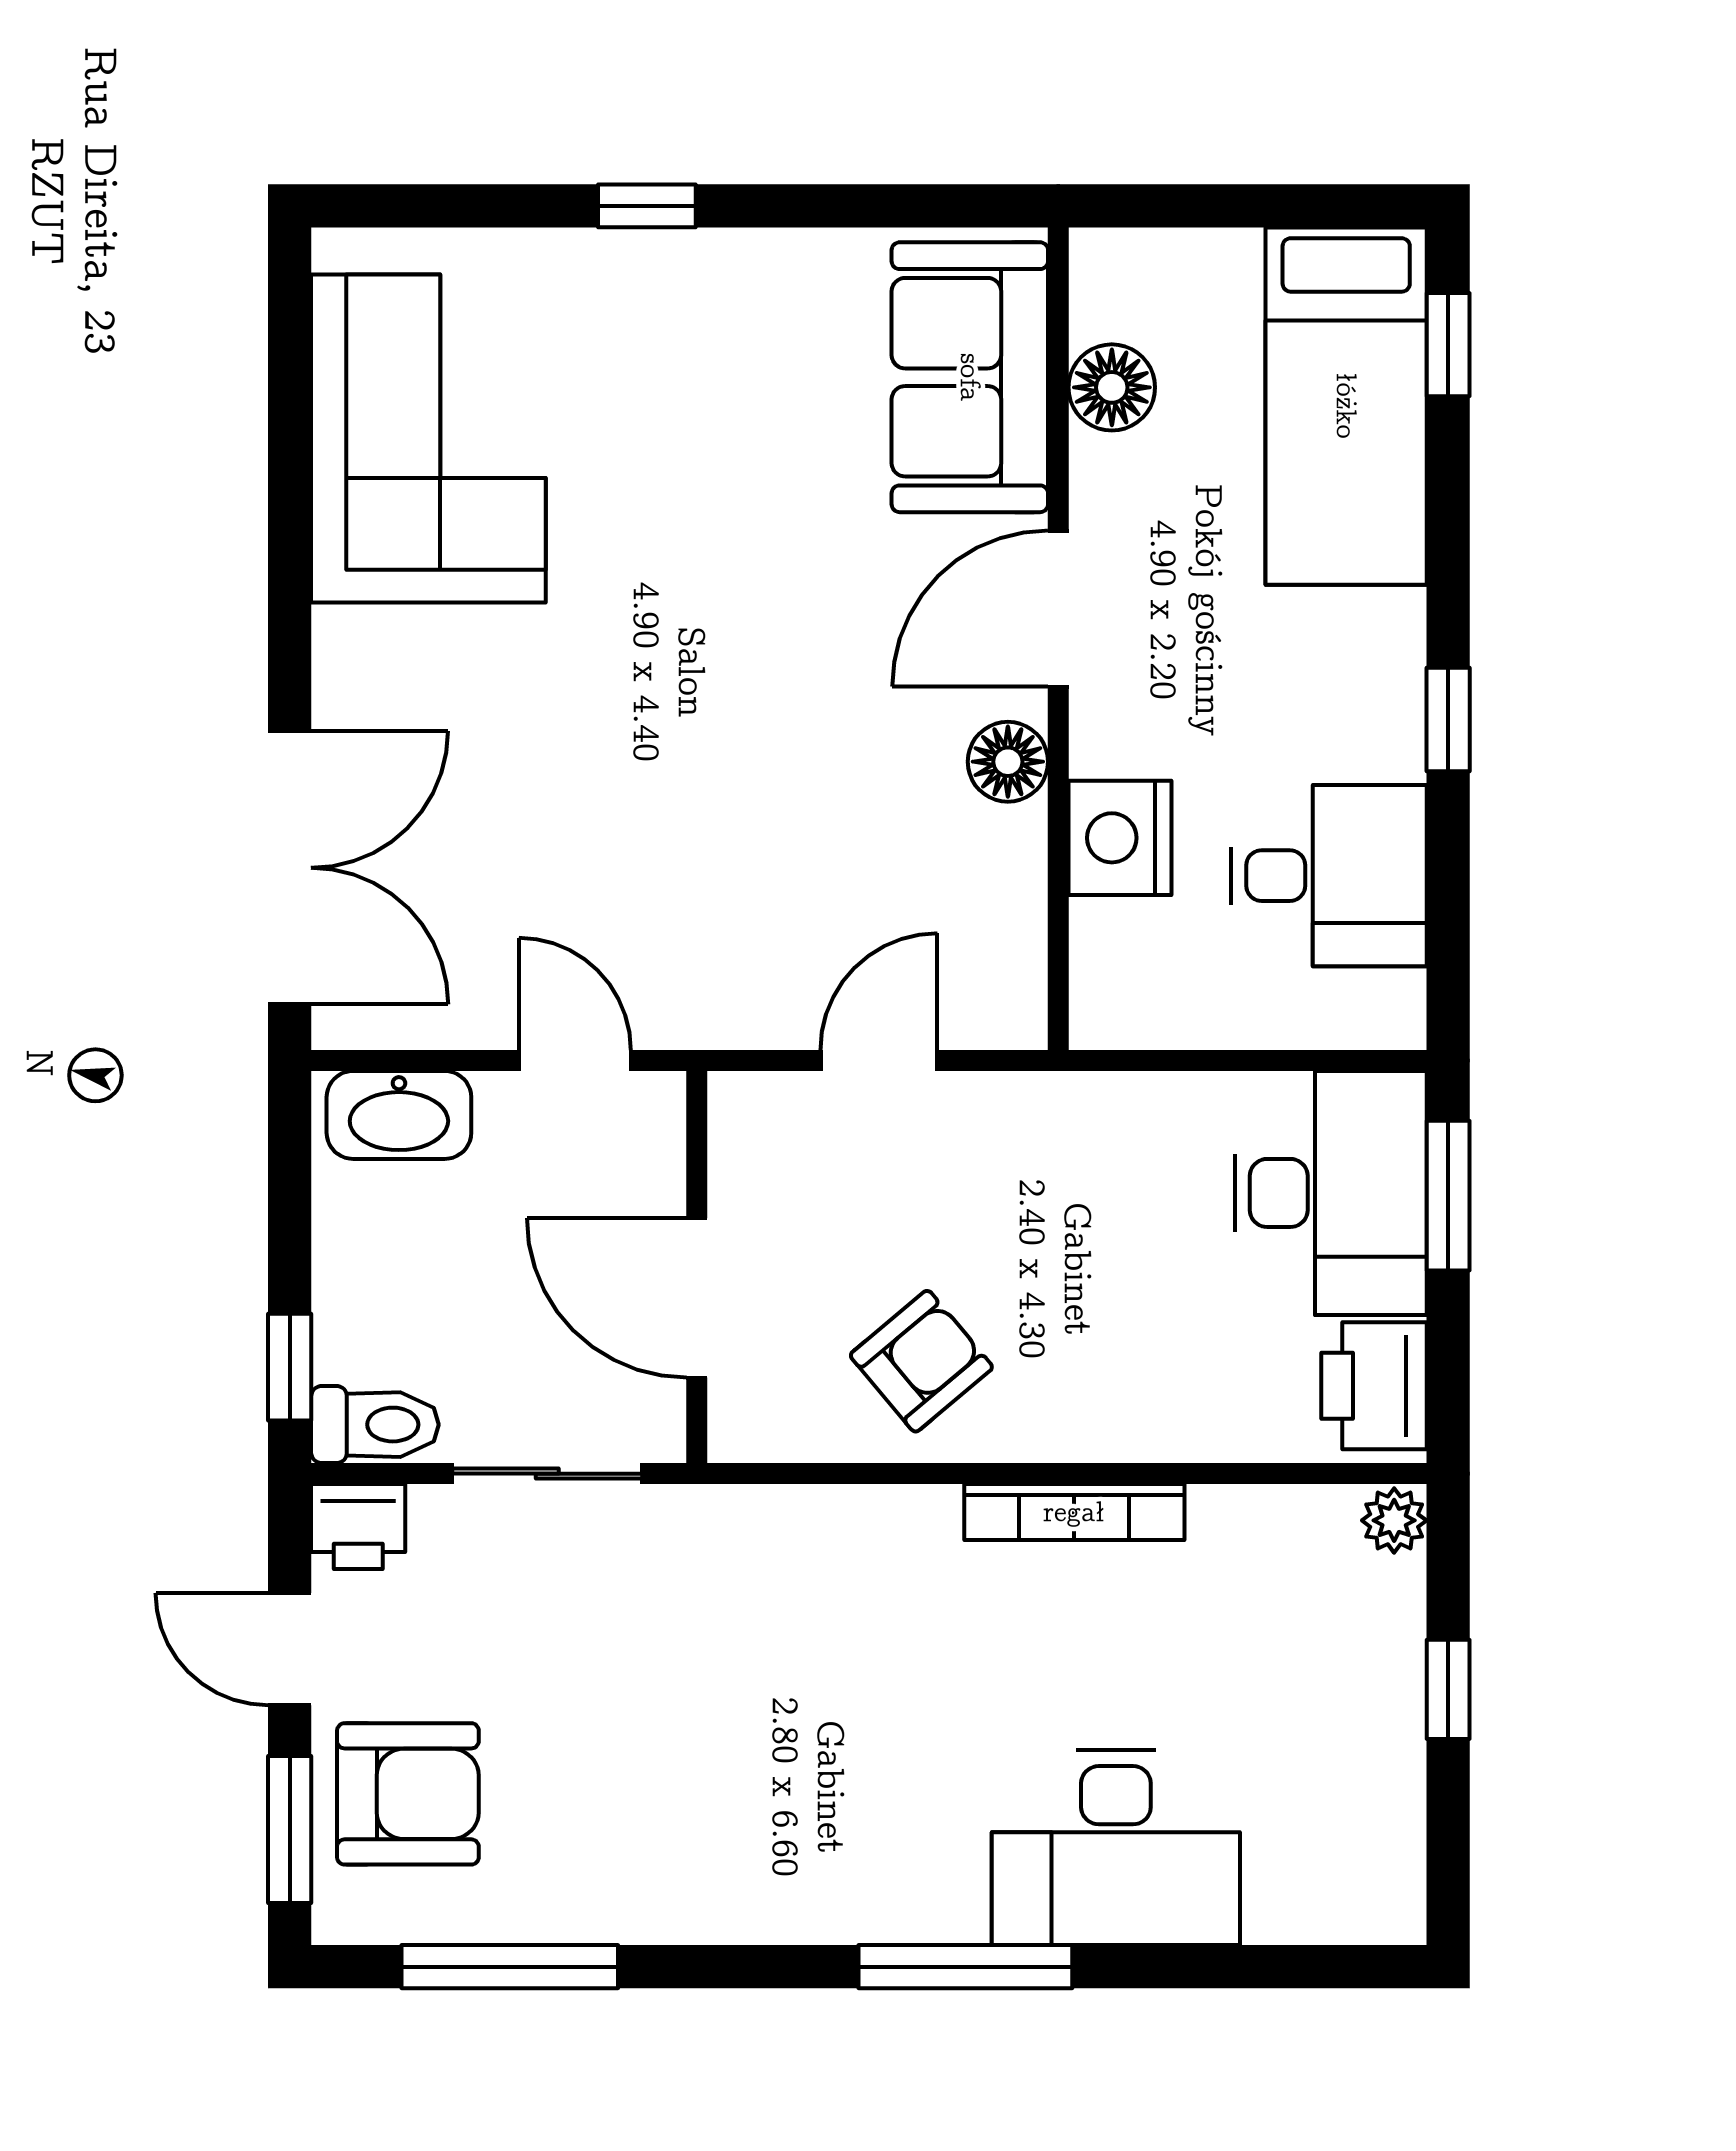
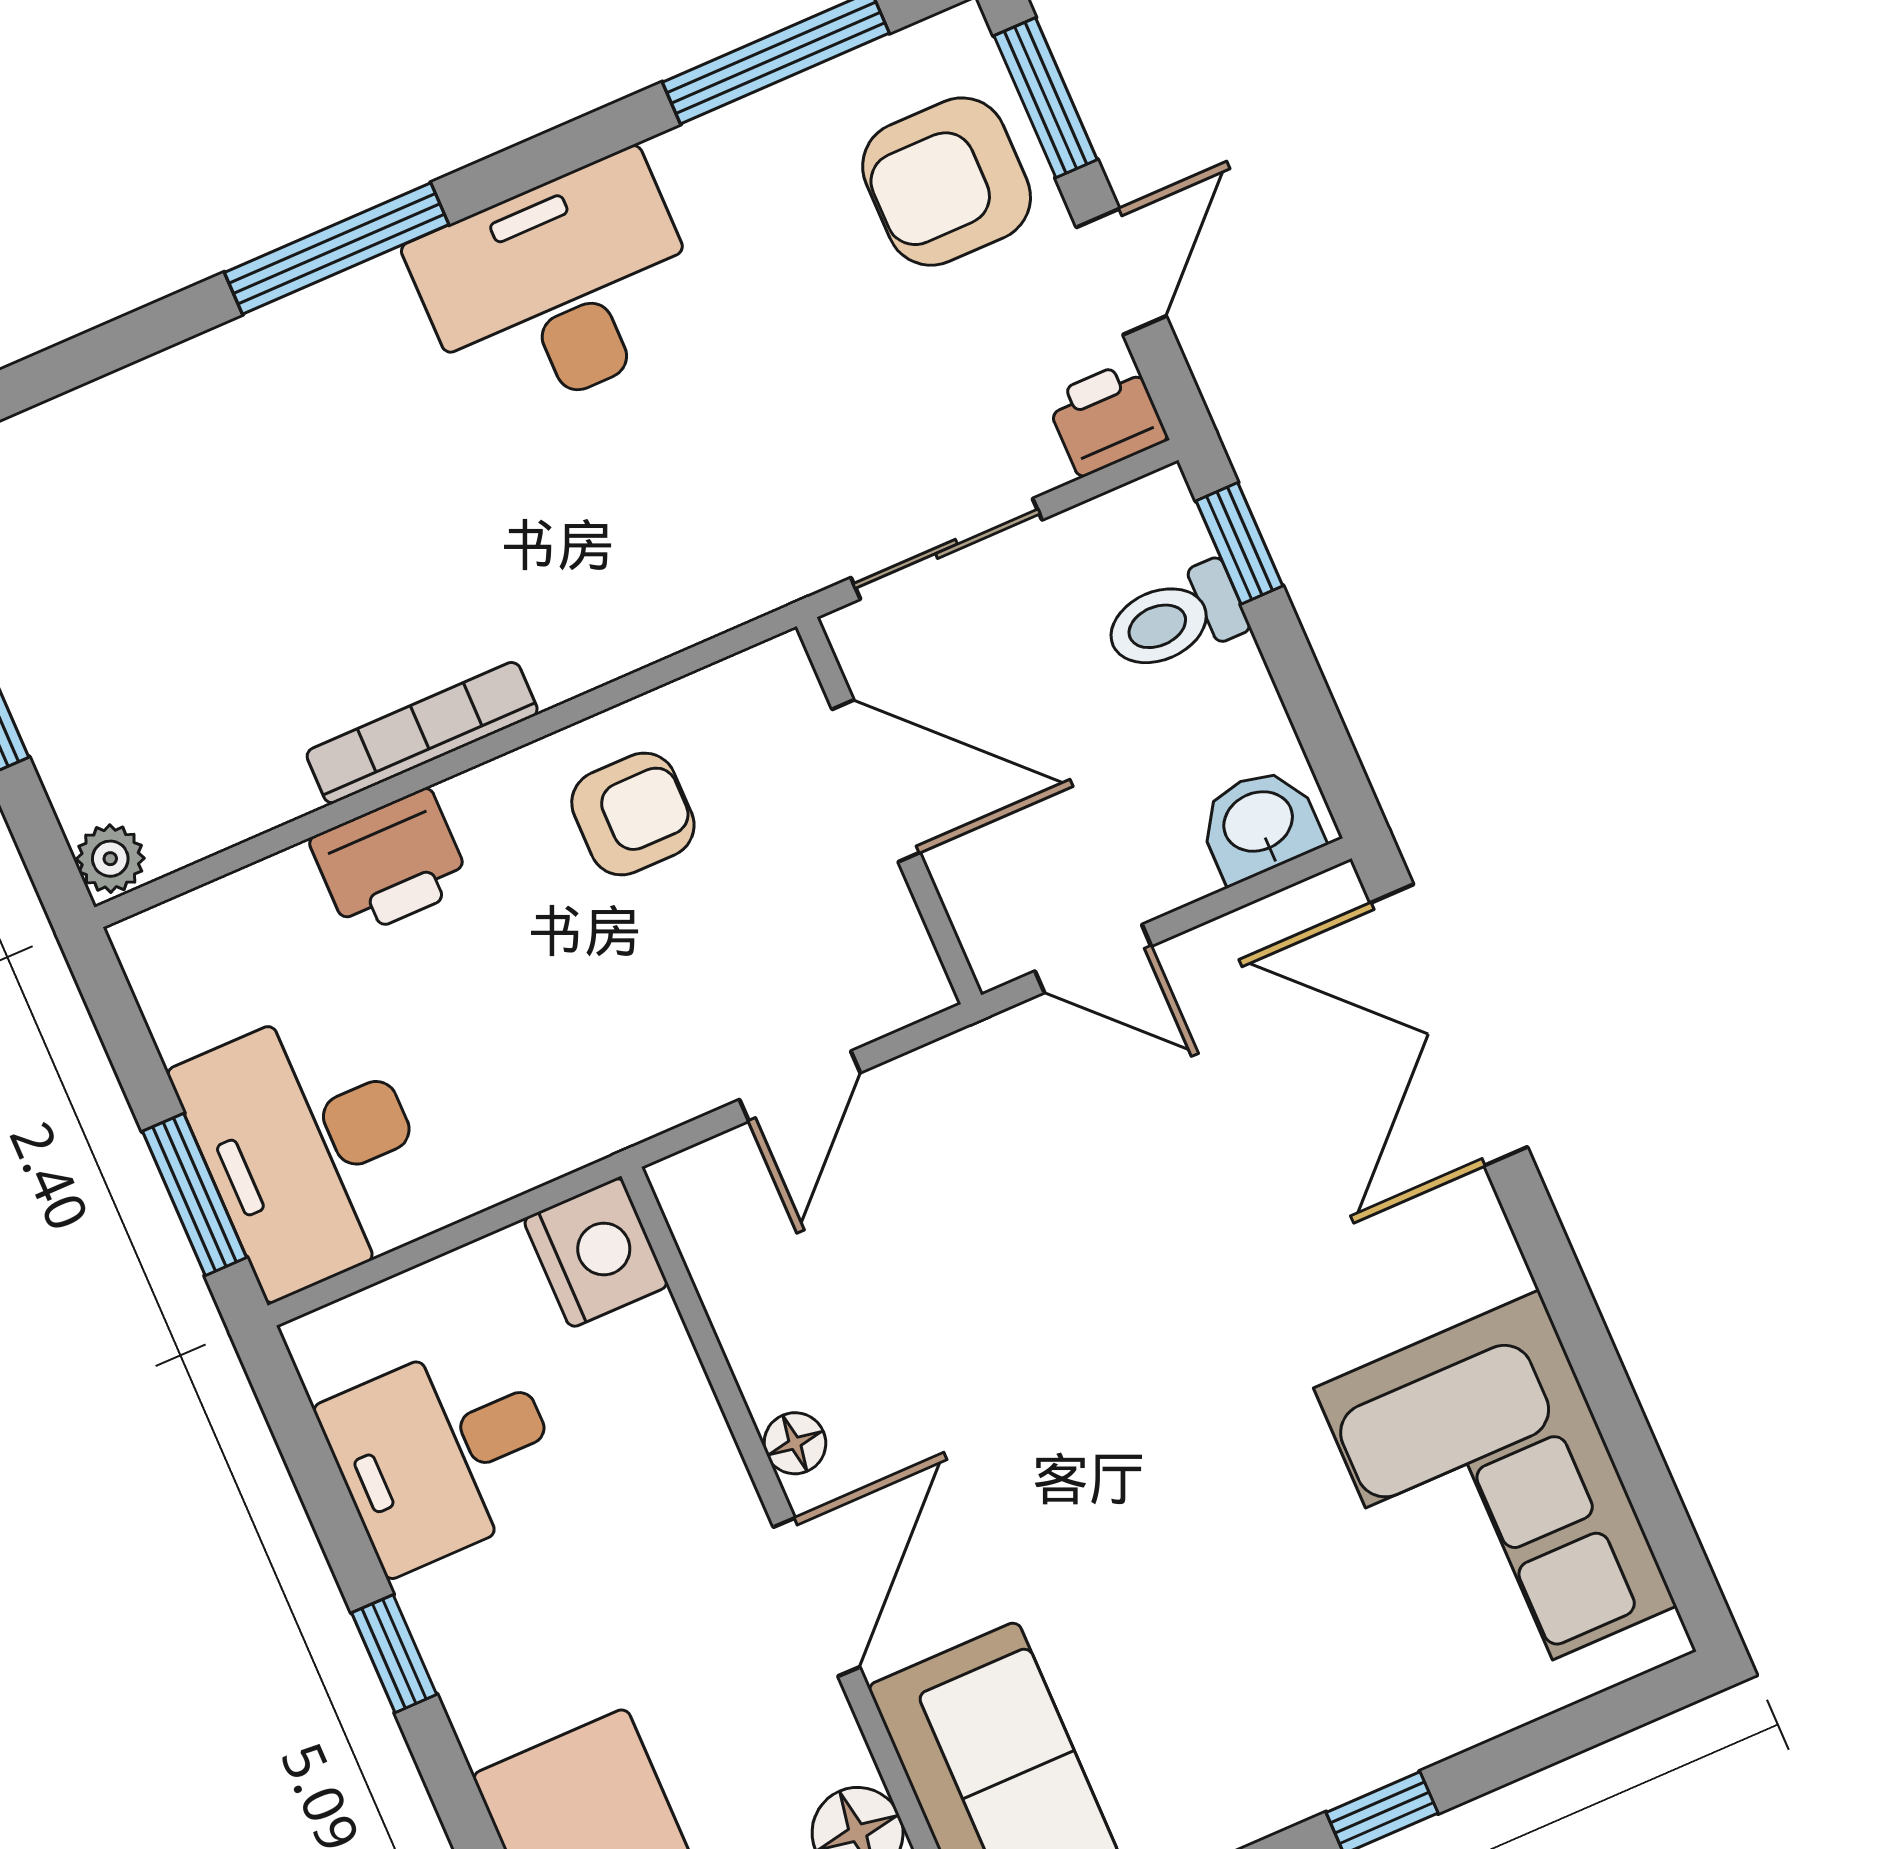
floor lamp: (1008, 762) -> (795, 1443), width x0.73, depth x0.73
nightstand: (1120, 838) -> (596, 1252), moved
washbasin: (399, 1115) -> (1259, 824), width x0.72
armchair: (921, 1361) -> (633, 814), turned -140
printer: (1374, 1386) -> (390, 863), moved, turned 90
toilet: (375, 1425) -> (1175, 619), moved
door: (290, 1649) -> (1121, 272), hinge flipped
desk: (1116, 1848) -> (559, 288), moved

